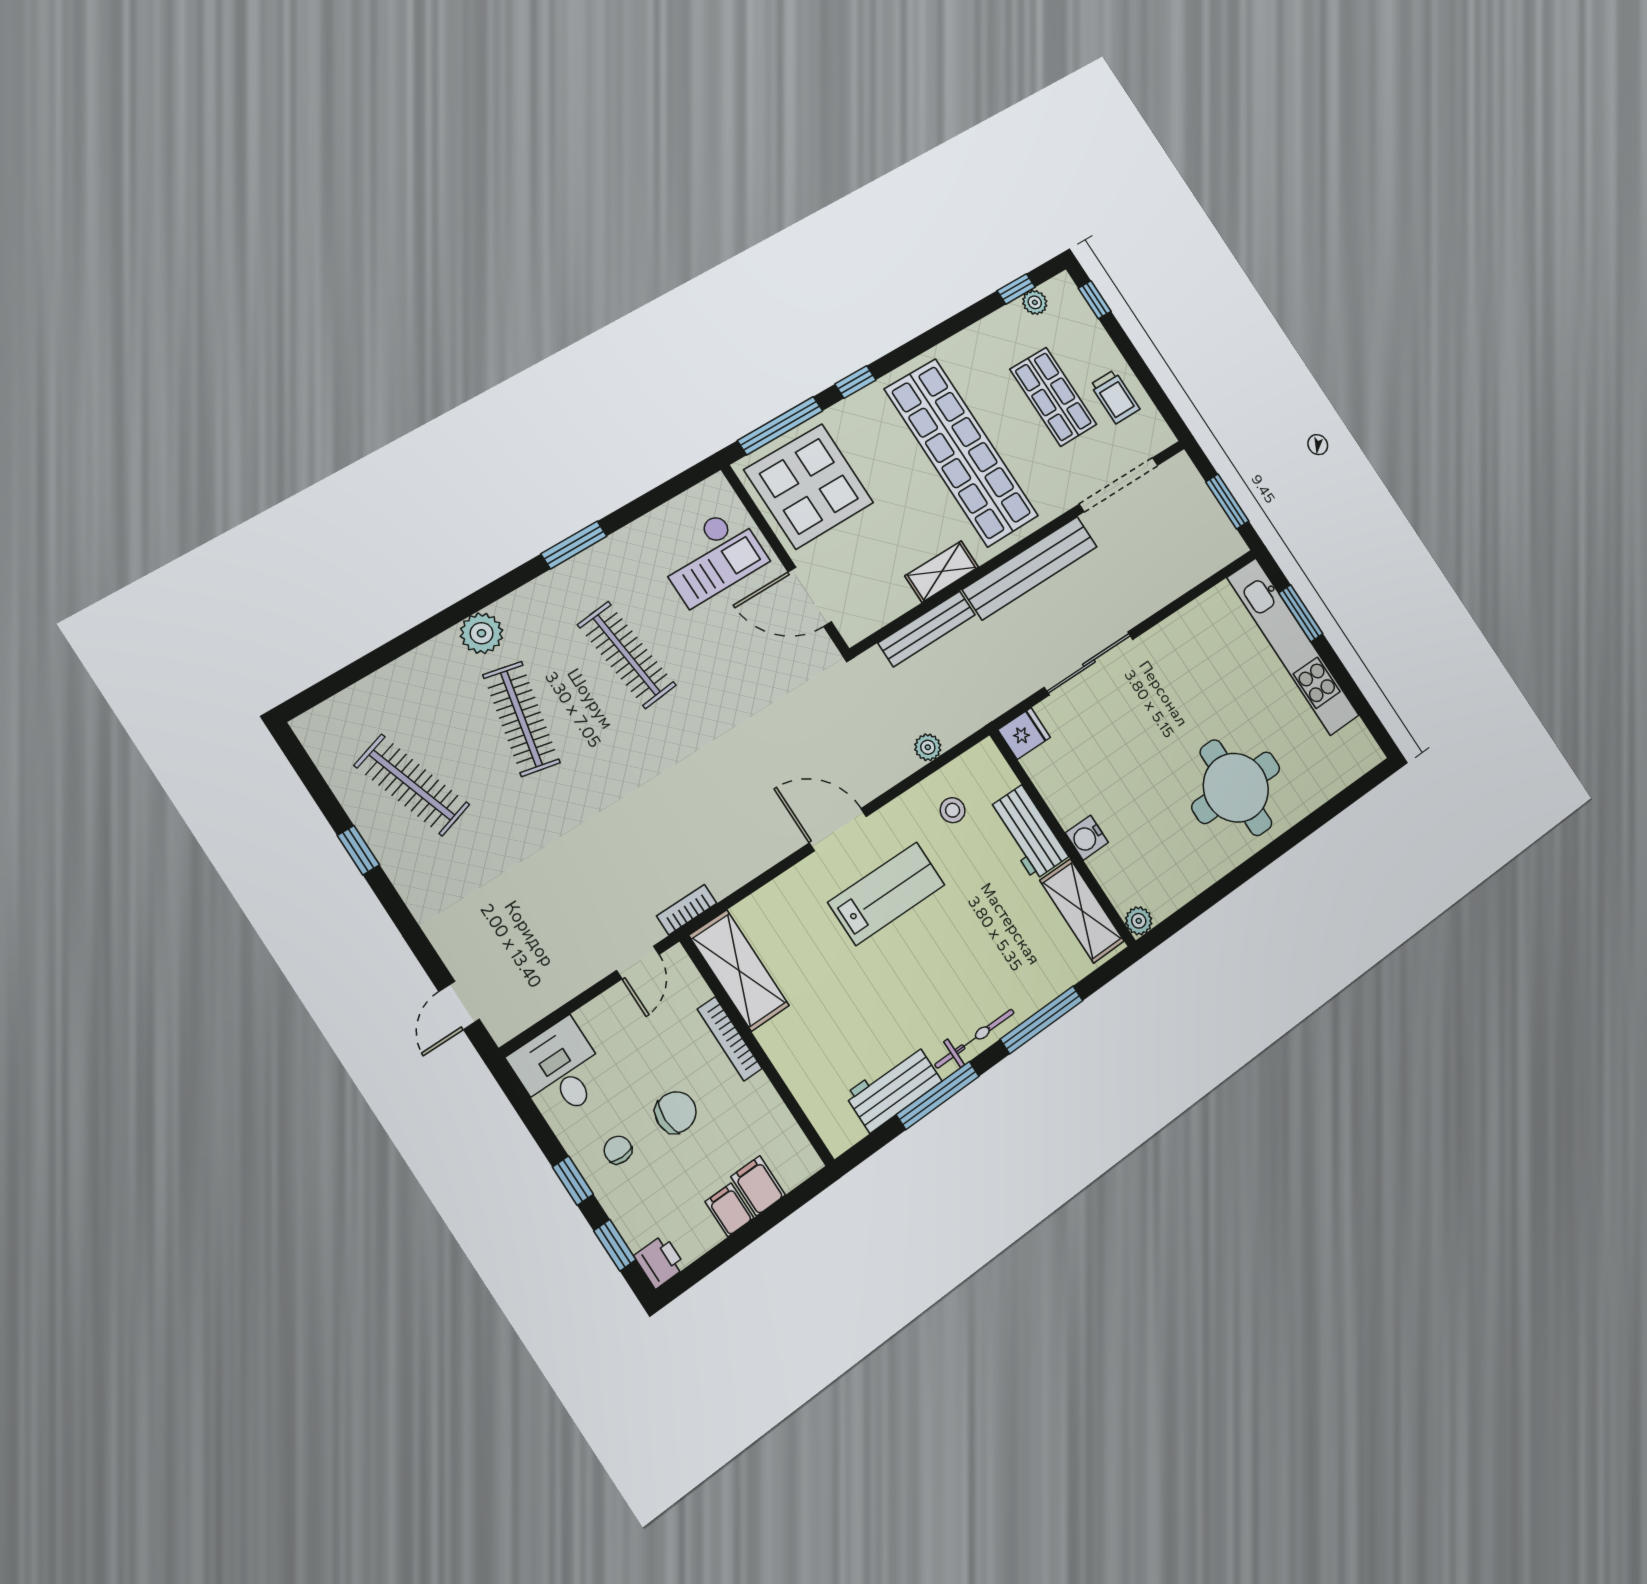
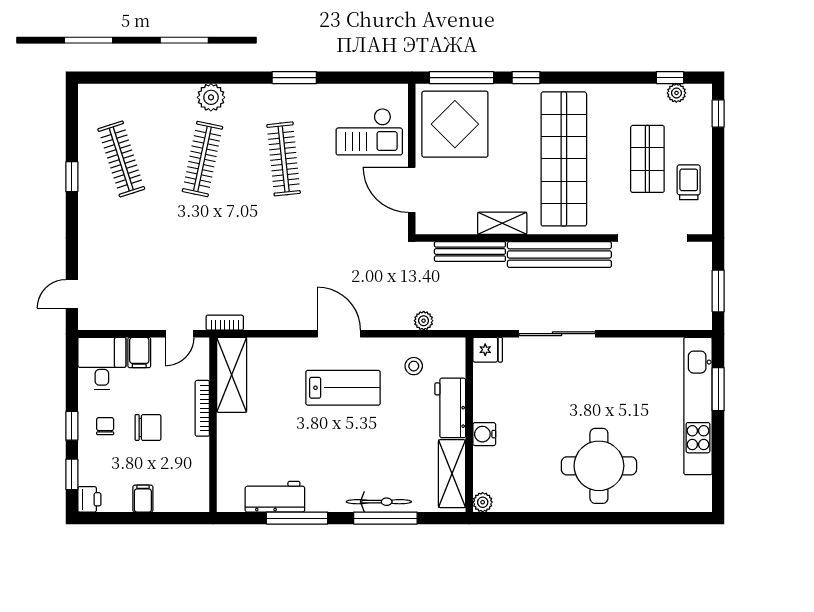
trolley: (1115, 397) -> (689, 182), turned 180
bicycle: (975, 1039) -> (379, 502), moved
filing cabinet: (758, 1186) -> (139, 353), moved, turned 180

